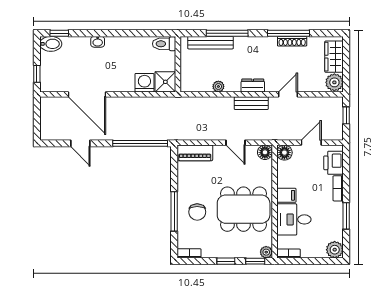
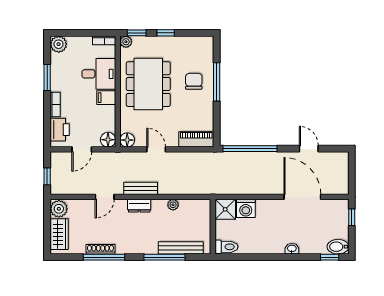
dining table: (244, 209) -> (148, 84), turned 90
bookcase: (189, 253) -> (202, 40), removed

